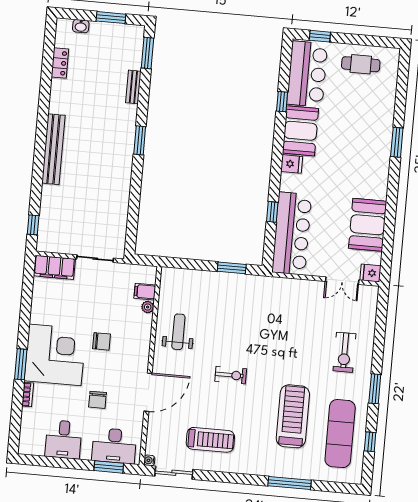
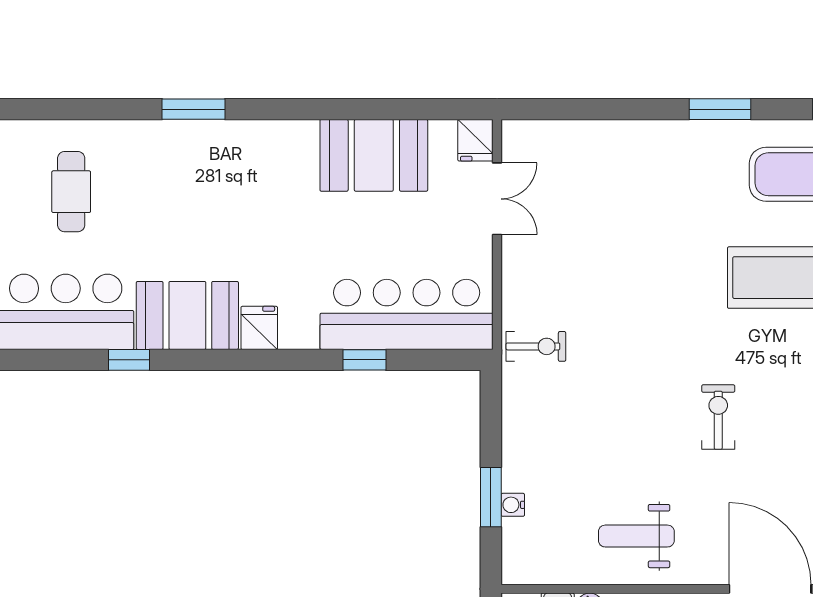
cafe table: (361, 64) -> (71, 192), moved
window: (232, 268) -> (491, 497), moved
water cooler: (198, 275) -> (513, 505), added
exercise bike: (344, 352) -> (536, 346), moved, width x0.73, depth x0.72

